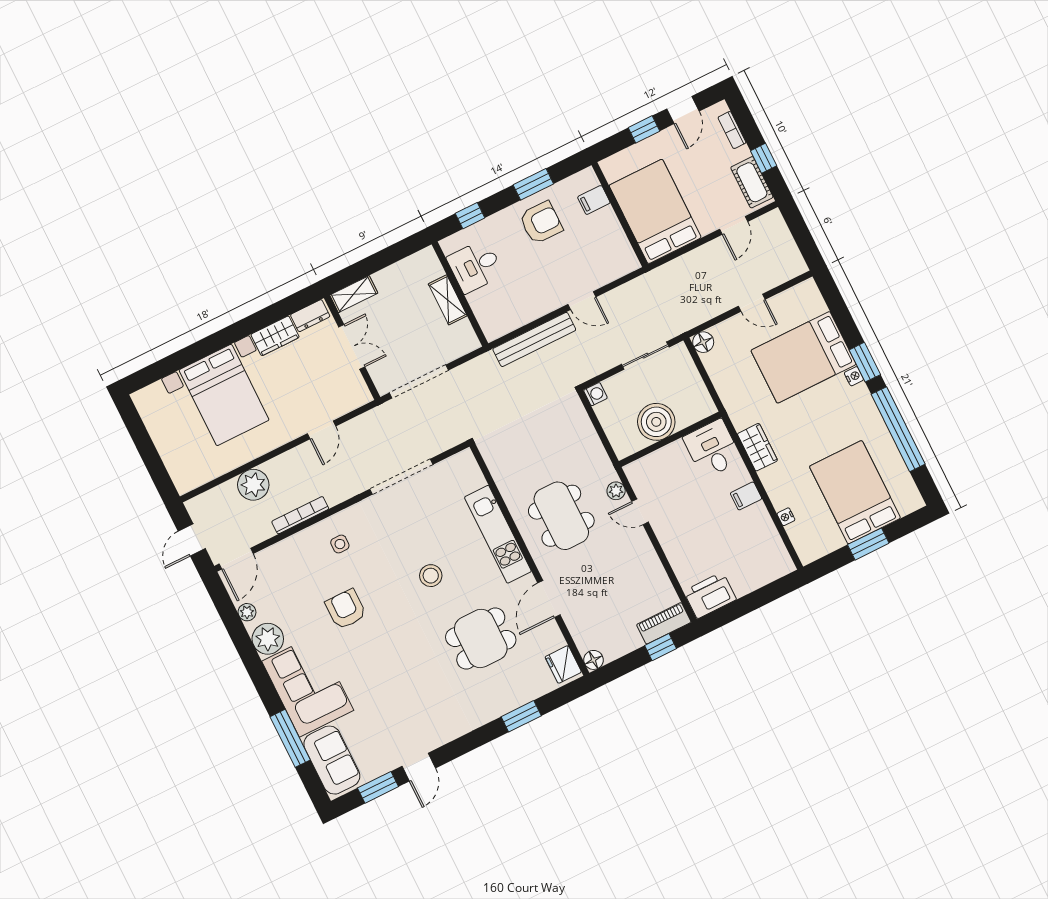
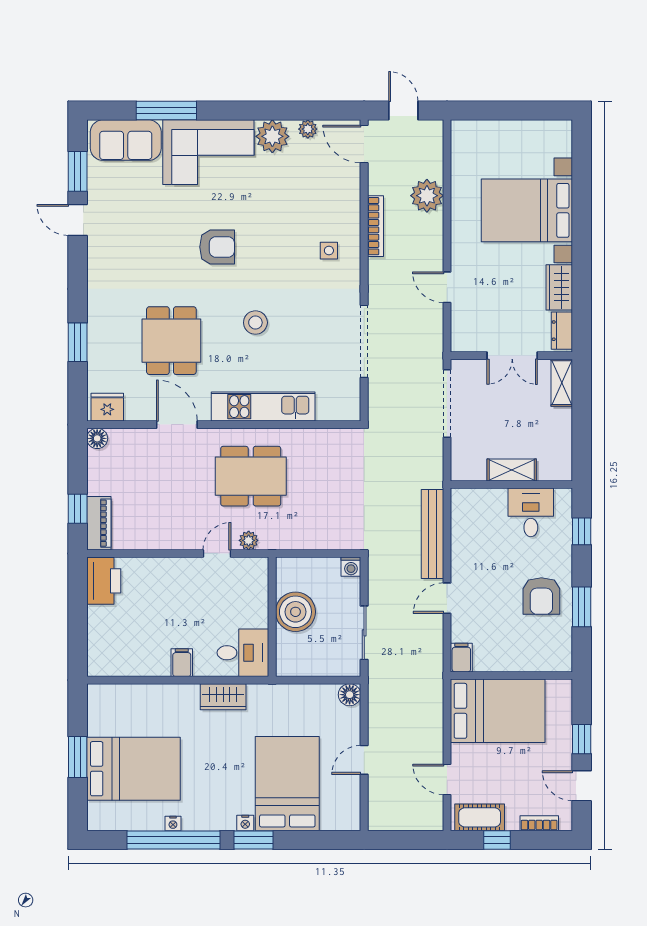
filing cabinet: (594, 200) -> (461, 658), moved
nightstand: (786, 517) -> (173, 823), moved, turned 180
armchair: (346, 609) -> (217, 247), moved

